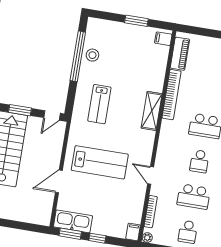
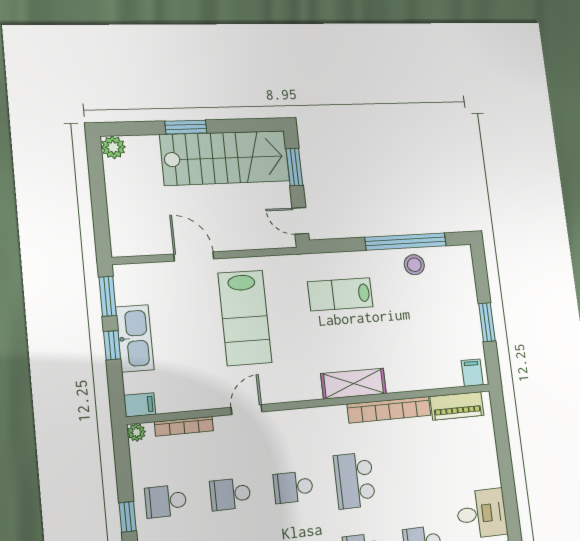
school desk: (194, 197) -> (230, 494), width x0.54
kitchen sink: (73, 221) -> (135, 338), moved

